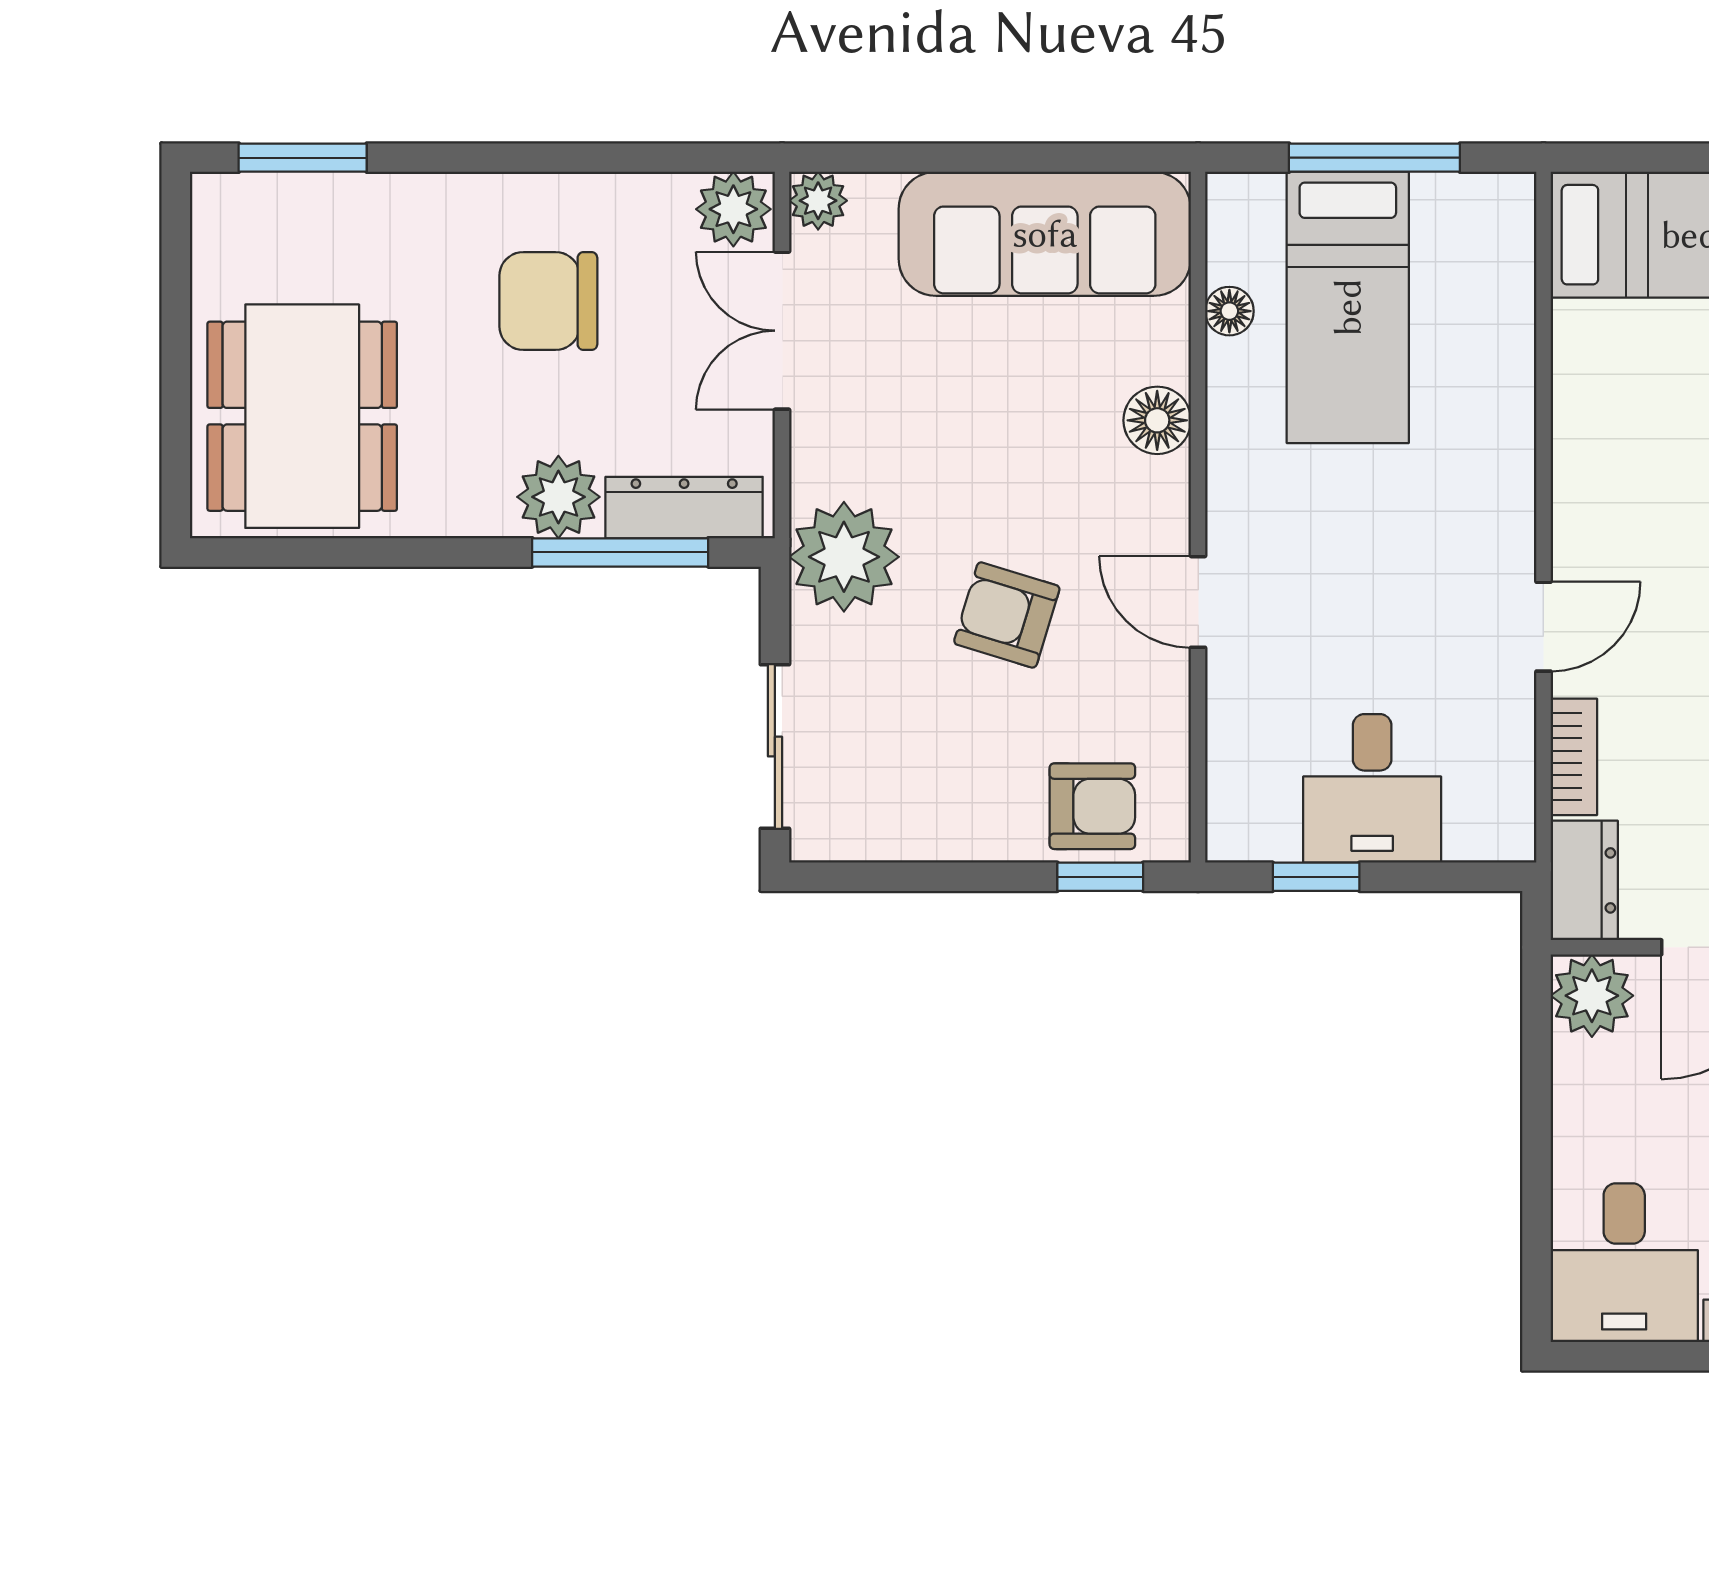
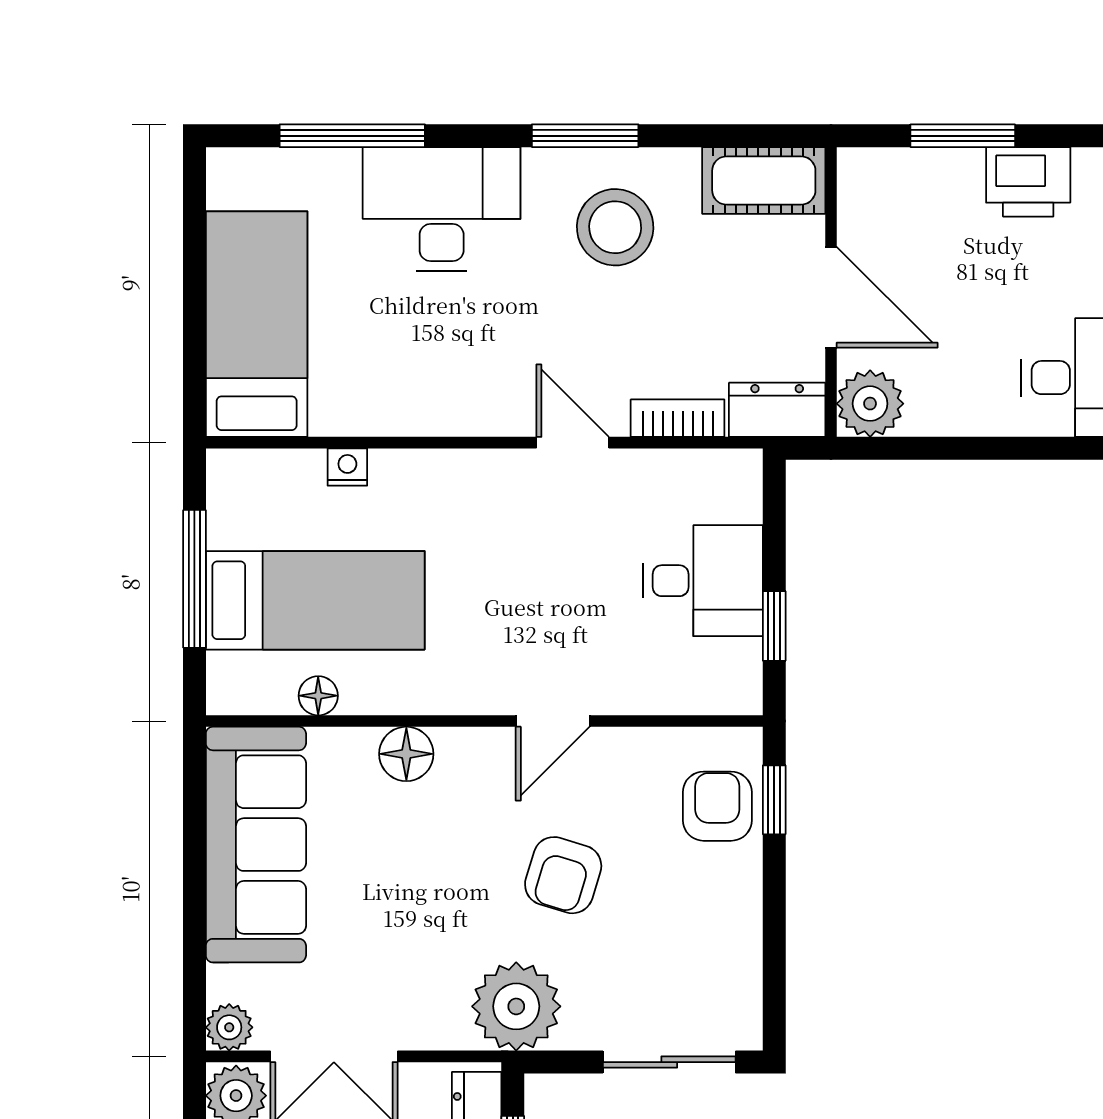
nightstand: (1513, 347) -> (347, 467), added

